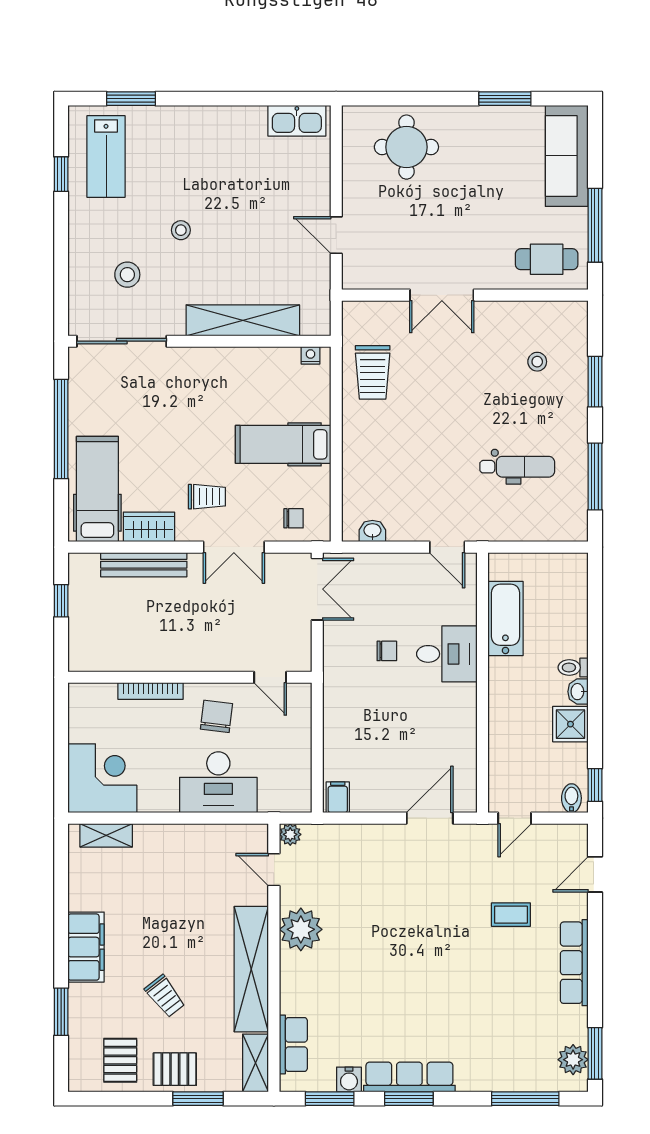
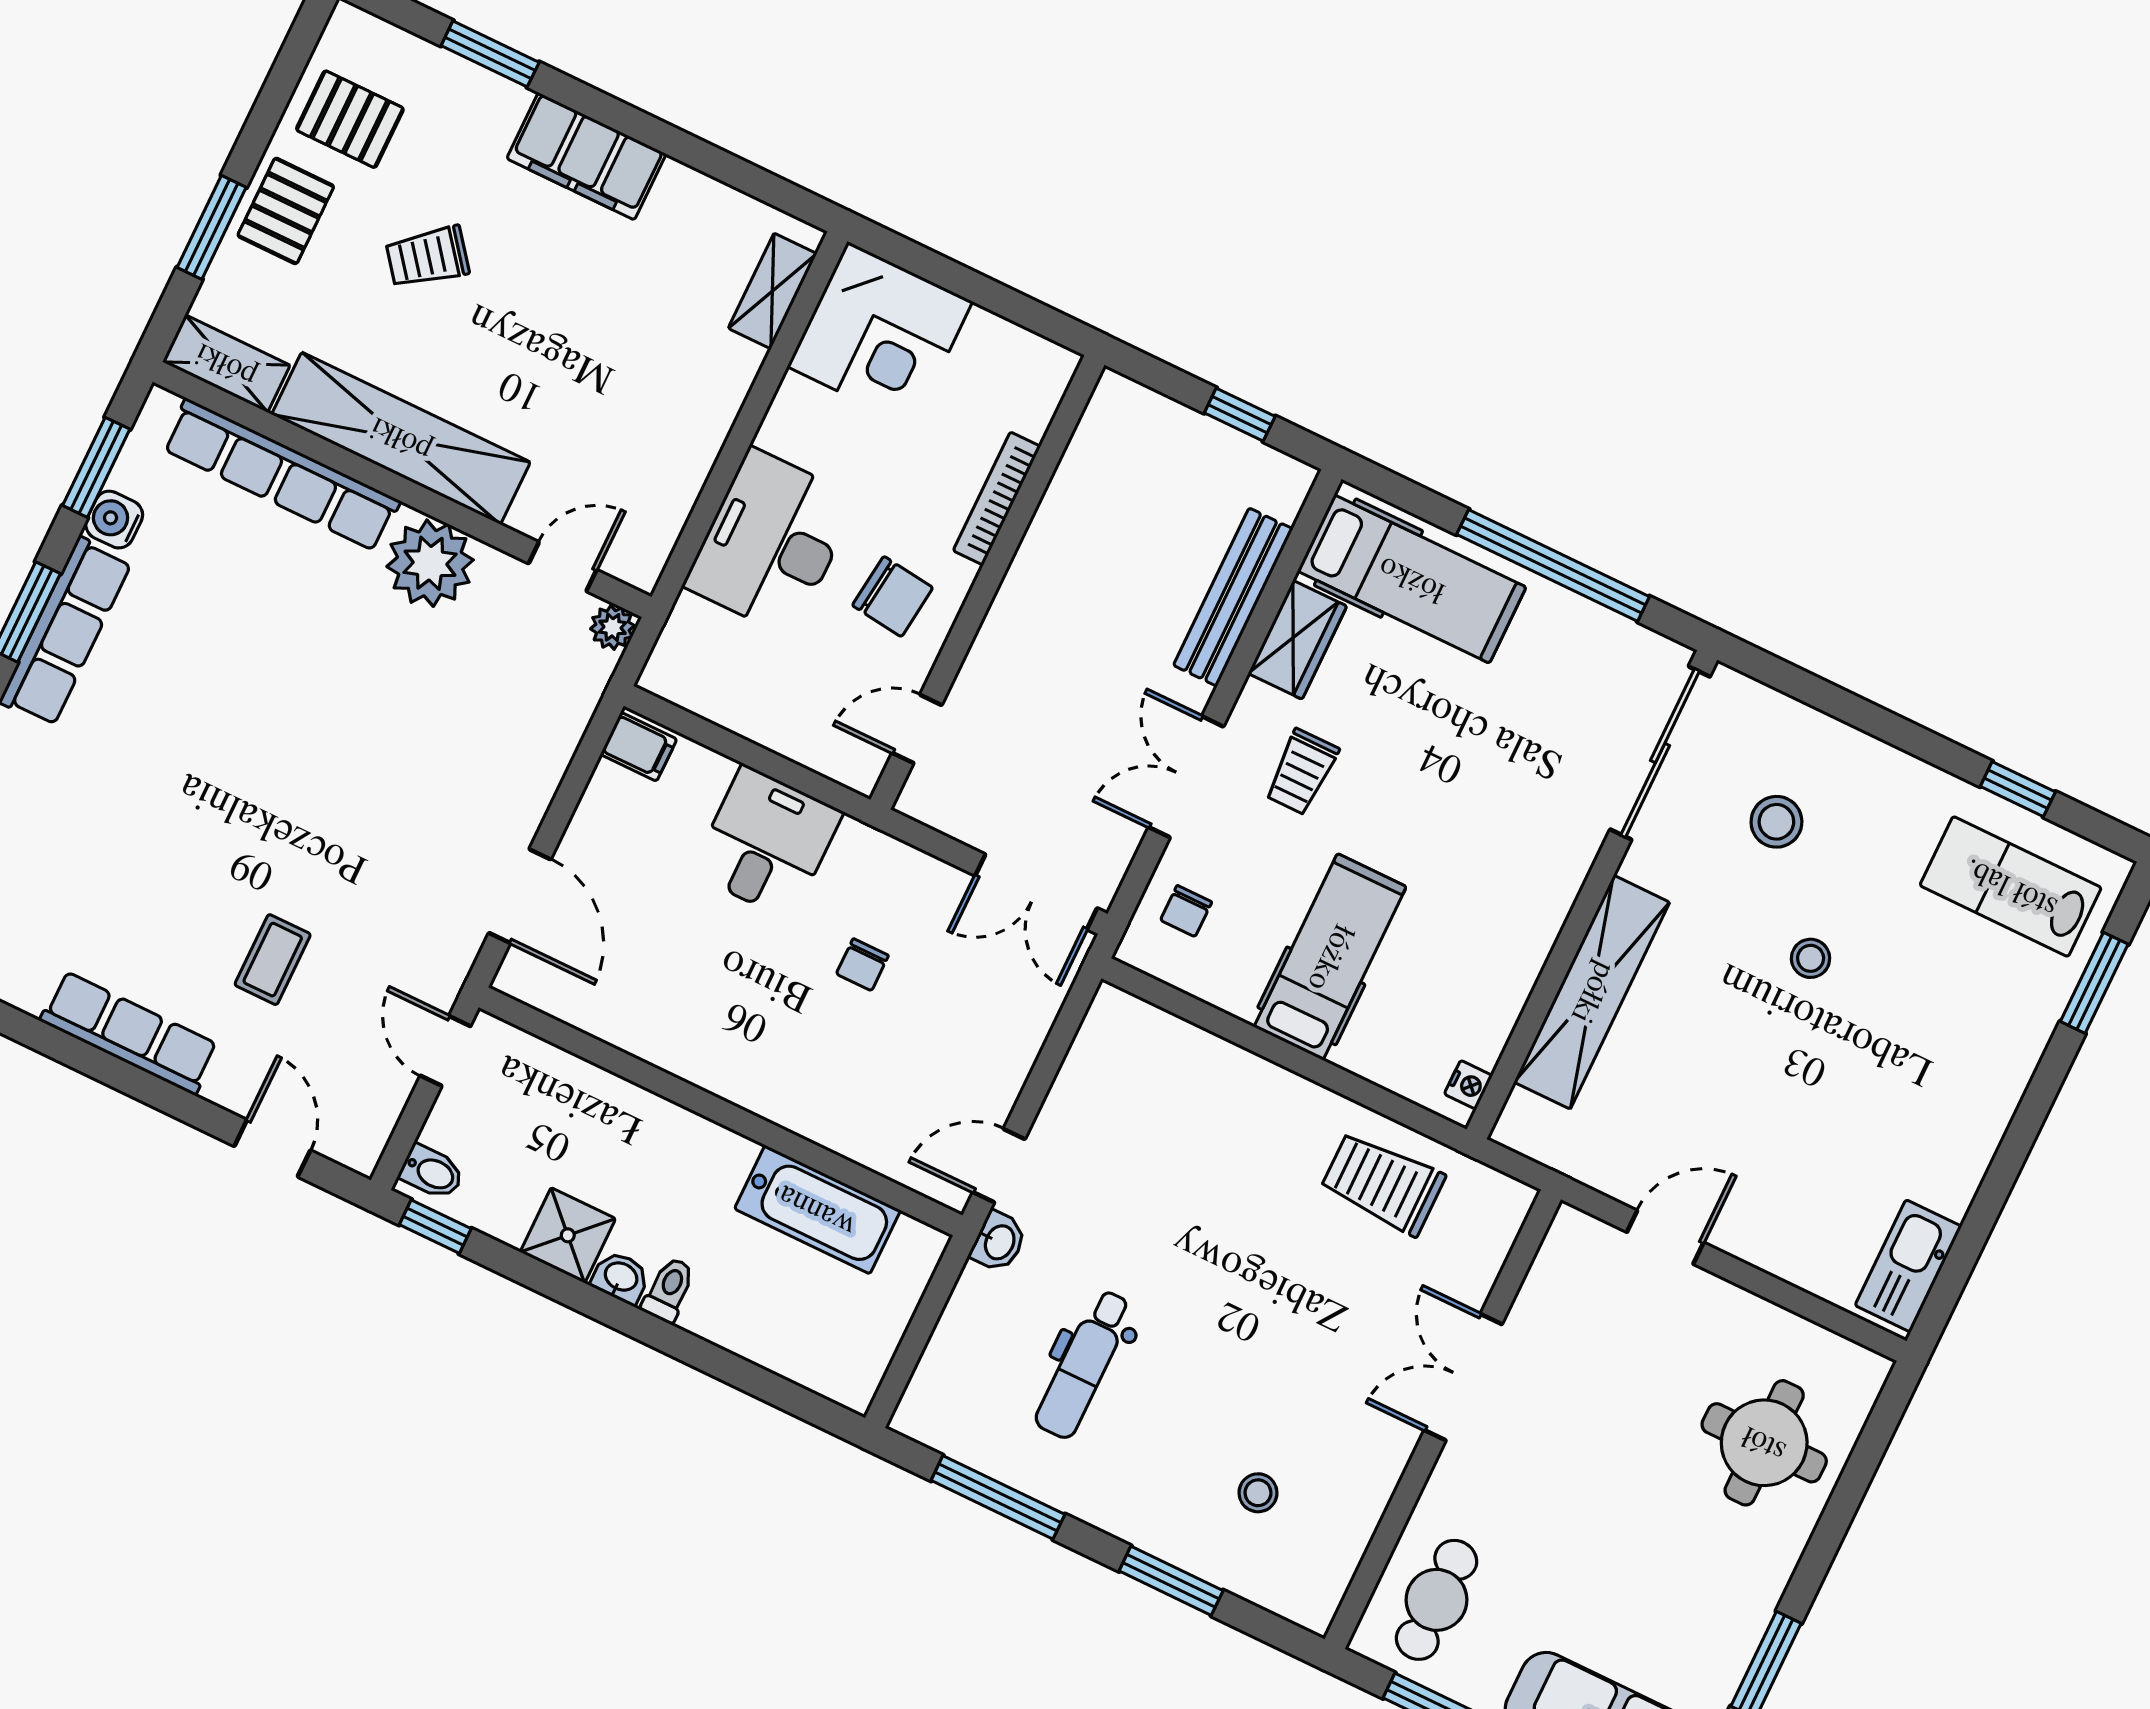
washbasin: (372, 531) -> (998, 1242), moved
desk: (447, 654) -> (767, 842), moved, turned 180
row of seats: (293, 1045) -> (281, 475), width x2.02

